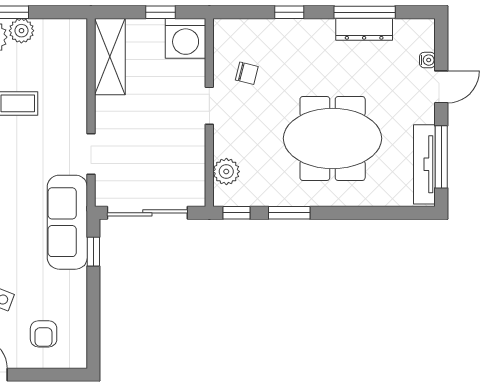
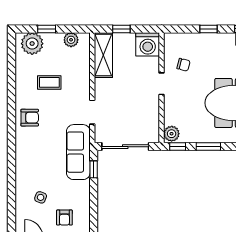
window: (161, 12) -> (121, 29), moved
plant: (21, 31) -> (71, 40), moved
plant: (226, 172) -> (172, 134), moved

